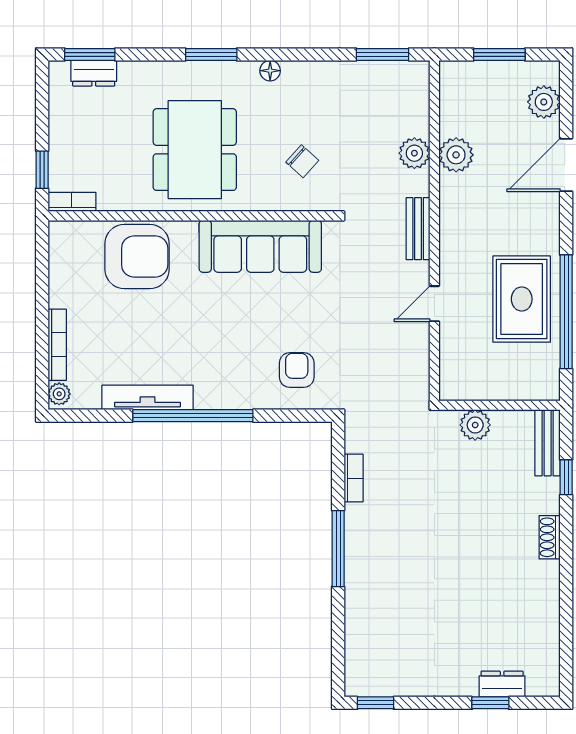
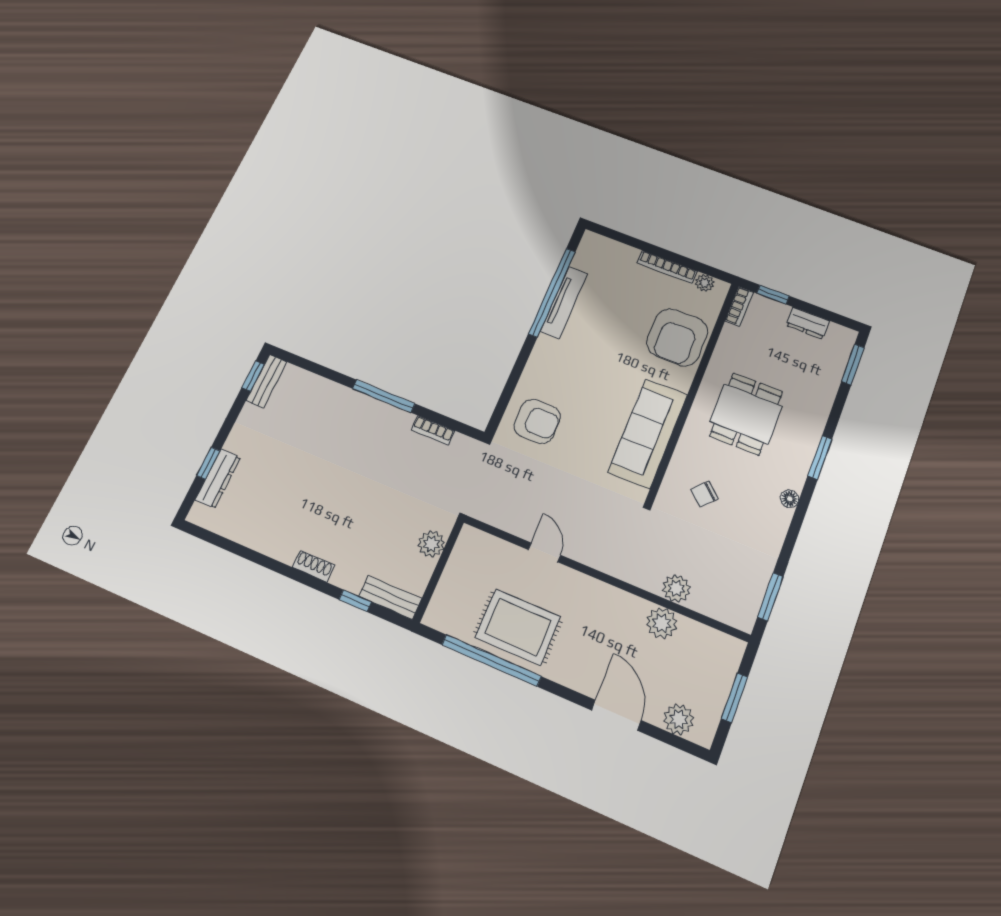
dresser: (94, 73) -> (808, 323), moved, turned -90
dining table: (195, 150) -> (746, 414), width x0.73
bench: (418, 229) -> (267, 381), moved, turned 90
bookcase: (57, 345) -> (667, 267), moved
armchair: (297, 370) -> (537, 421), width x1.38, depth x1.38
plant: (59, 394) -> (705, 283), moved
window: (193, 416) -> (552, 292), moved
dresser: (502, 684) -> (218, 478), width x1.44

